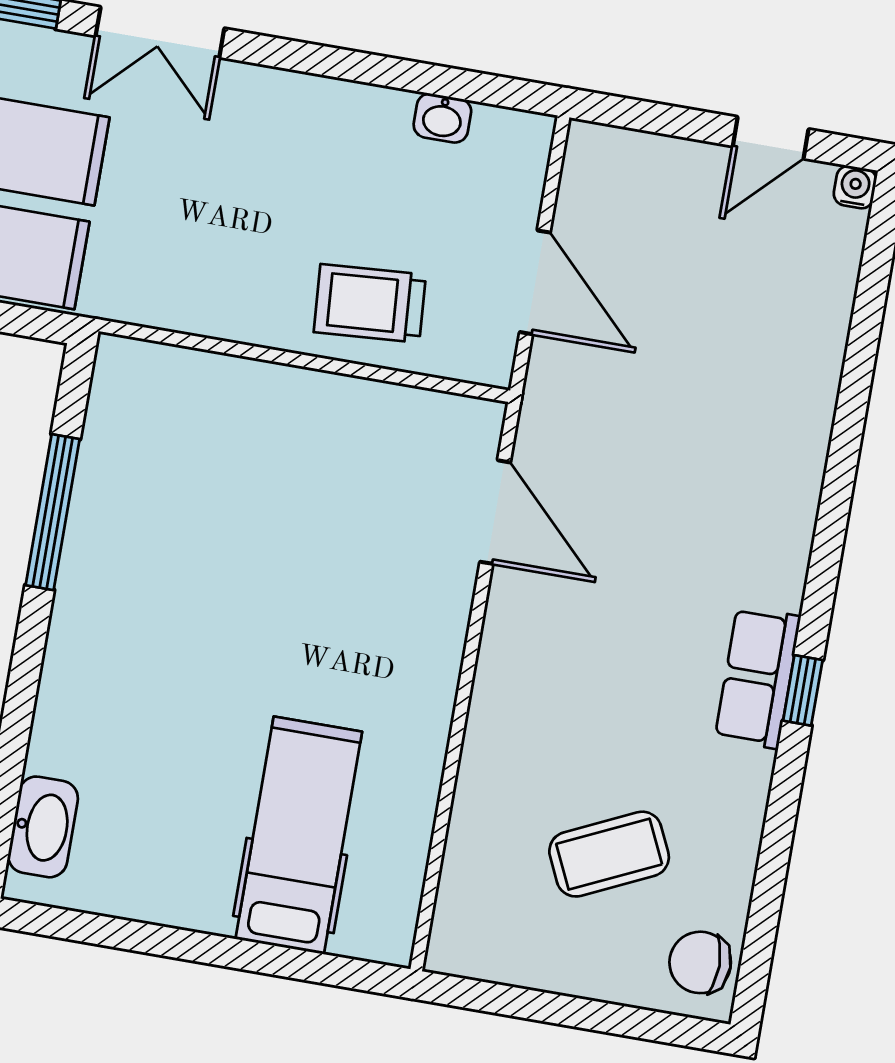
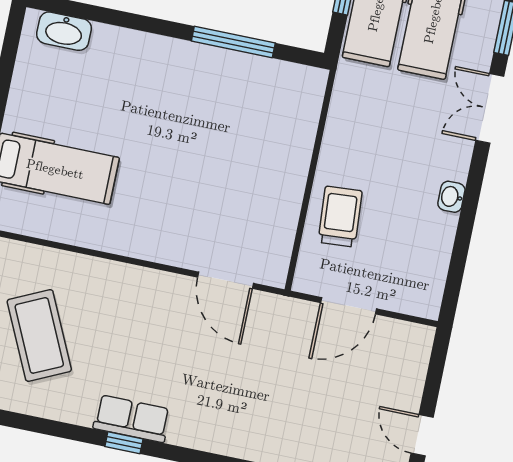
washbasin: (442, 118) -> (451, 197), moved
door: (495, 512) -> (225, 280), hinge flipped
coffee table: (609, 854) -> (39, 335), width x1.36, depth x1.32

